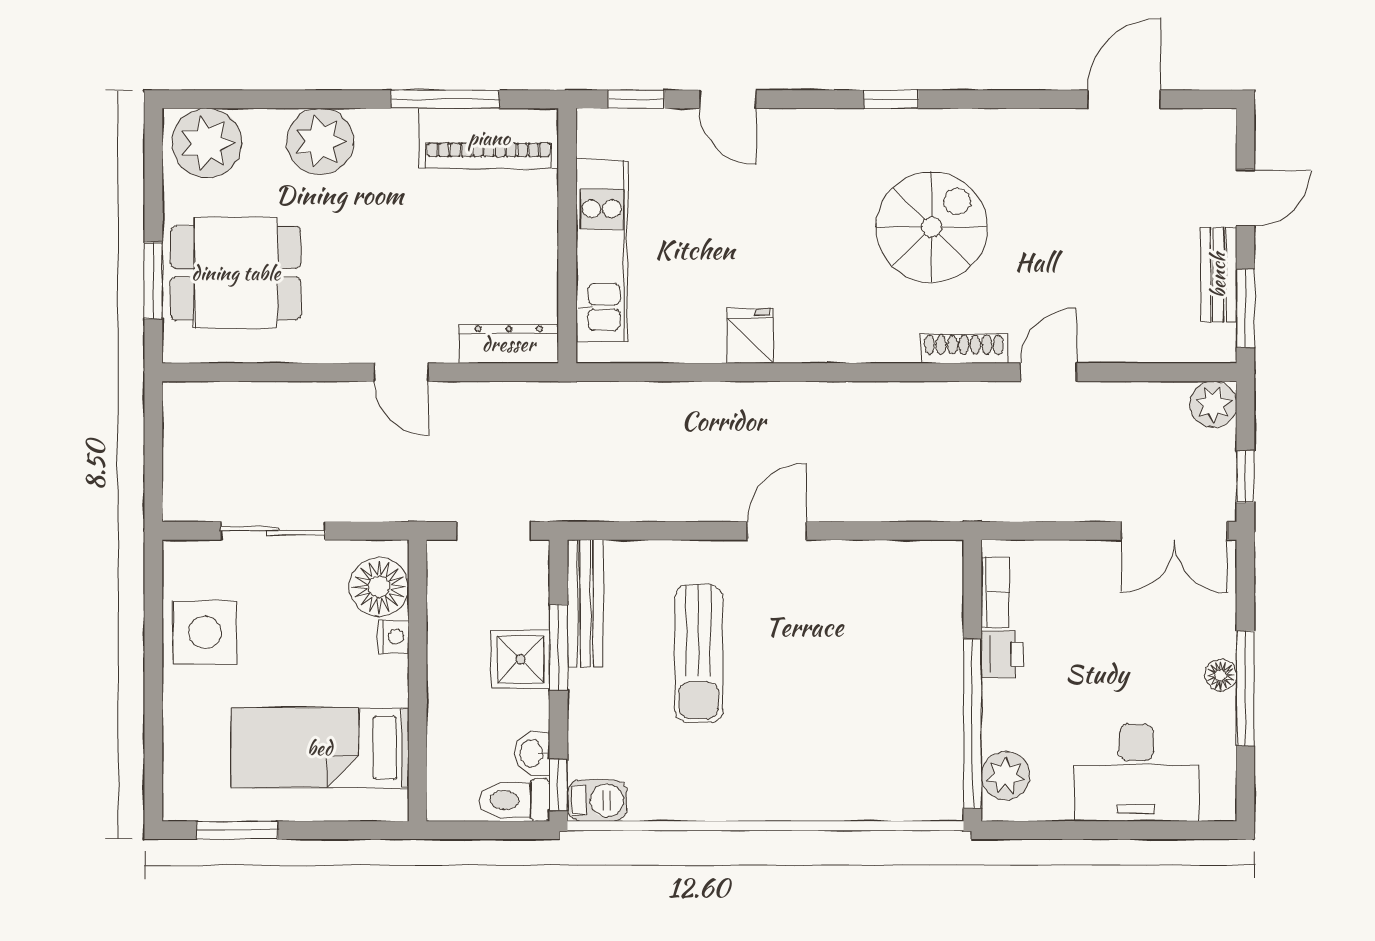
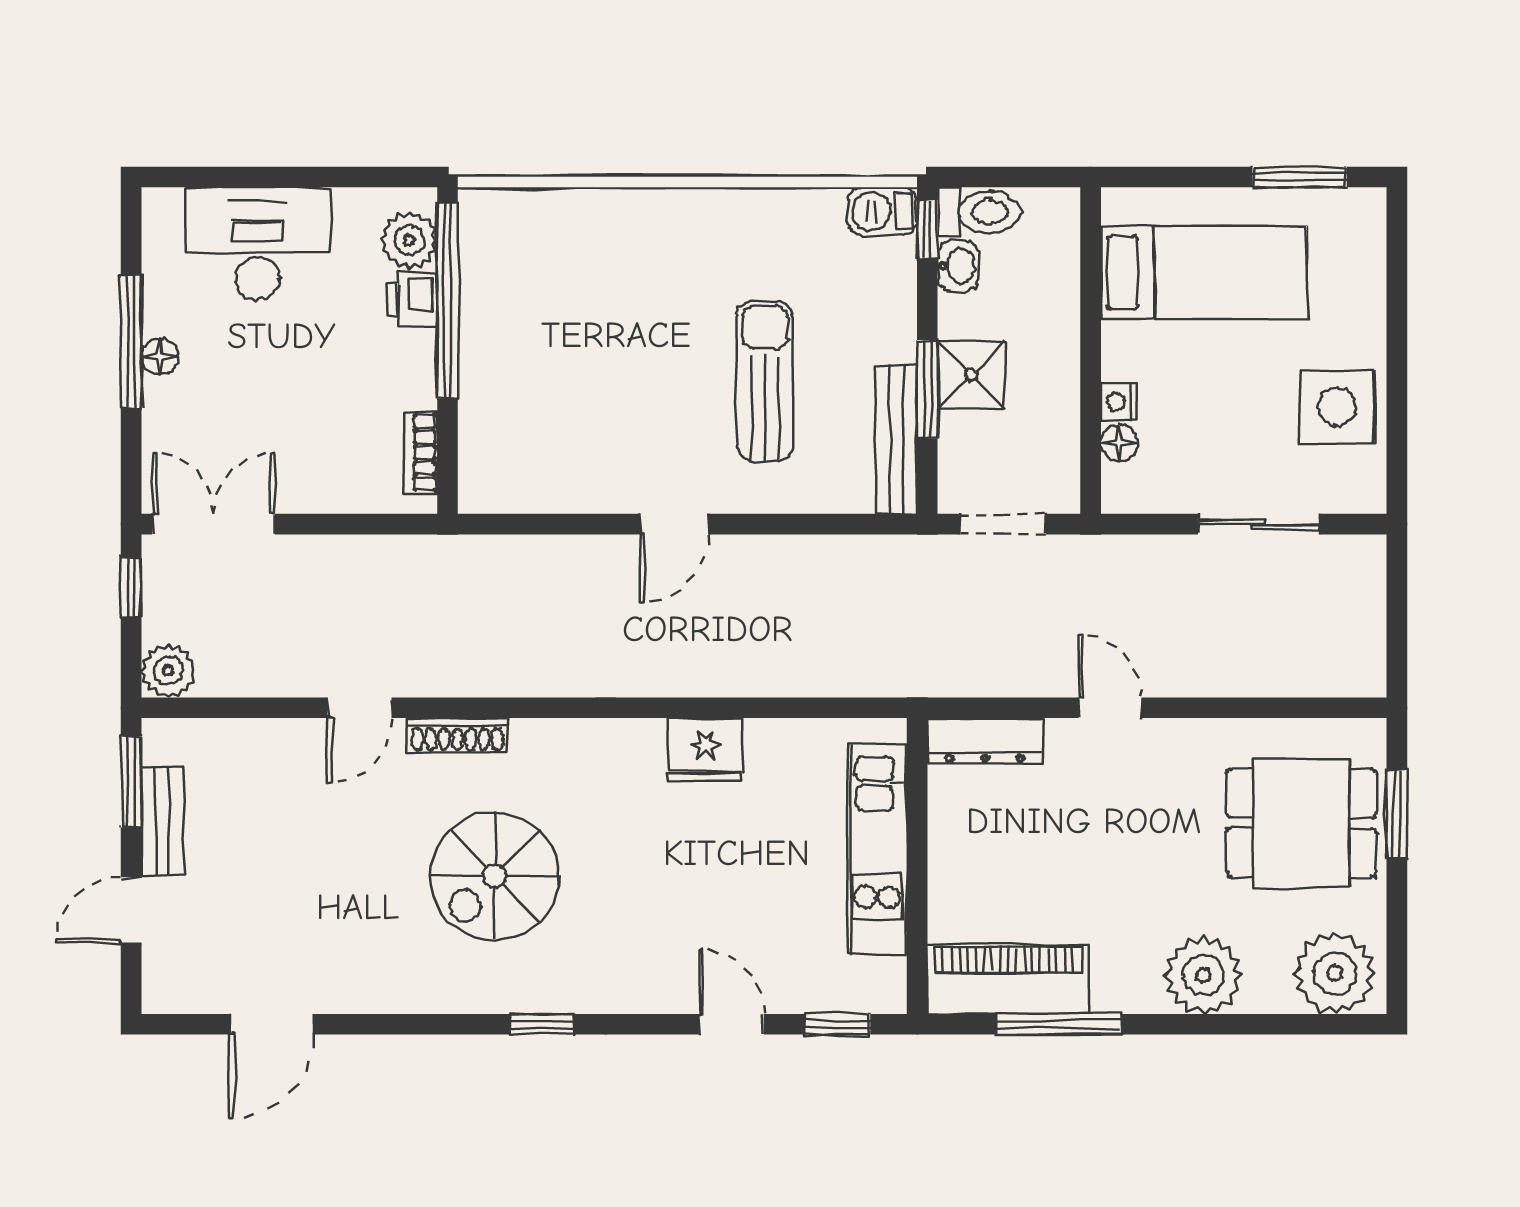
fridge: (750, 336) -> (705, 750), width x1.38
floor lamp: (379, 587) -> (1119, 443), width x0.53, depth x0.53
printer: (1002, 654) -> (413, 299), moved

